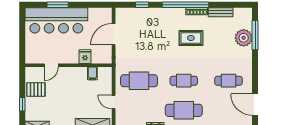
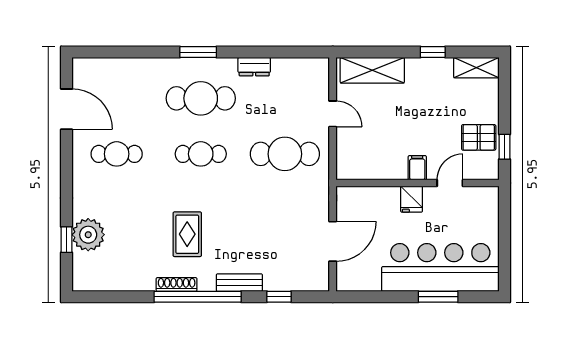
bench: (221, 12) -> (239, 283), moved
window: (255, 35) -> (67, 240), width x0.46
rug: (191, 38) -> (187, 234), turned 90
fridge: (85, 57) -> (412, 199), moved
filing cabinet: (92, 73) -> (417, 168), moved
window: (22, 104) -> (504, 147), moved

